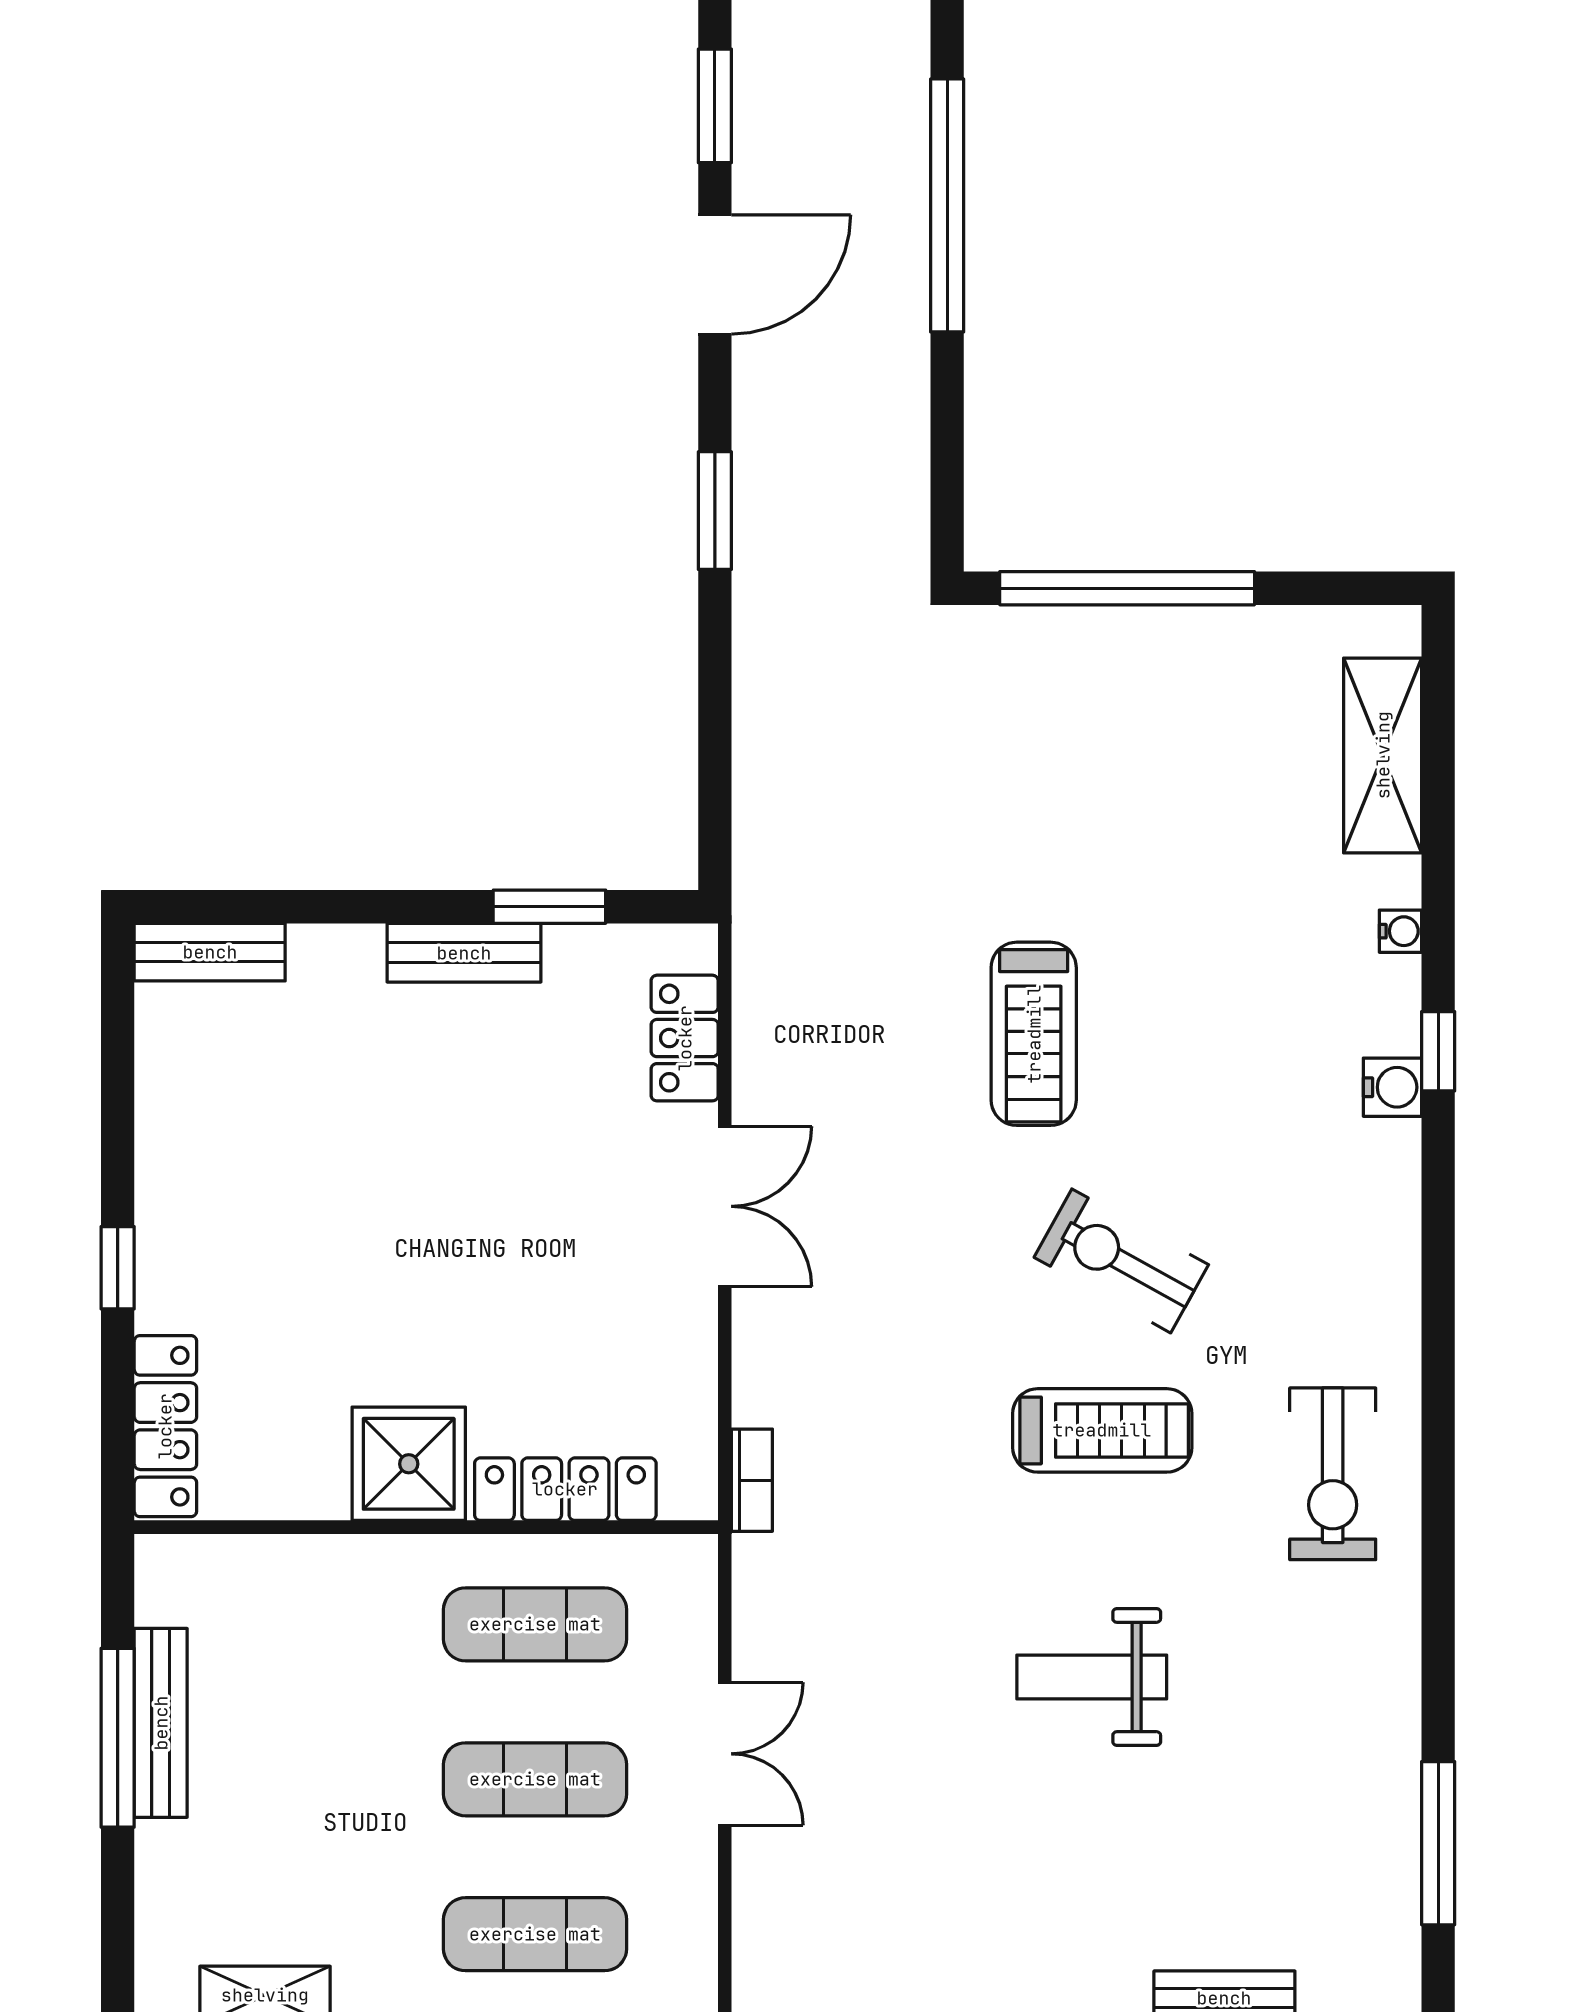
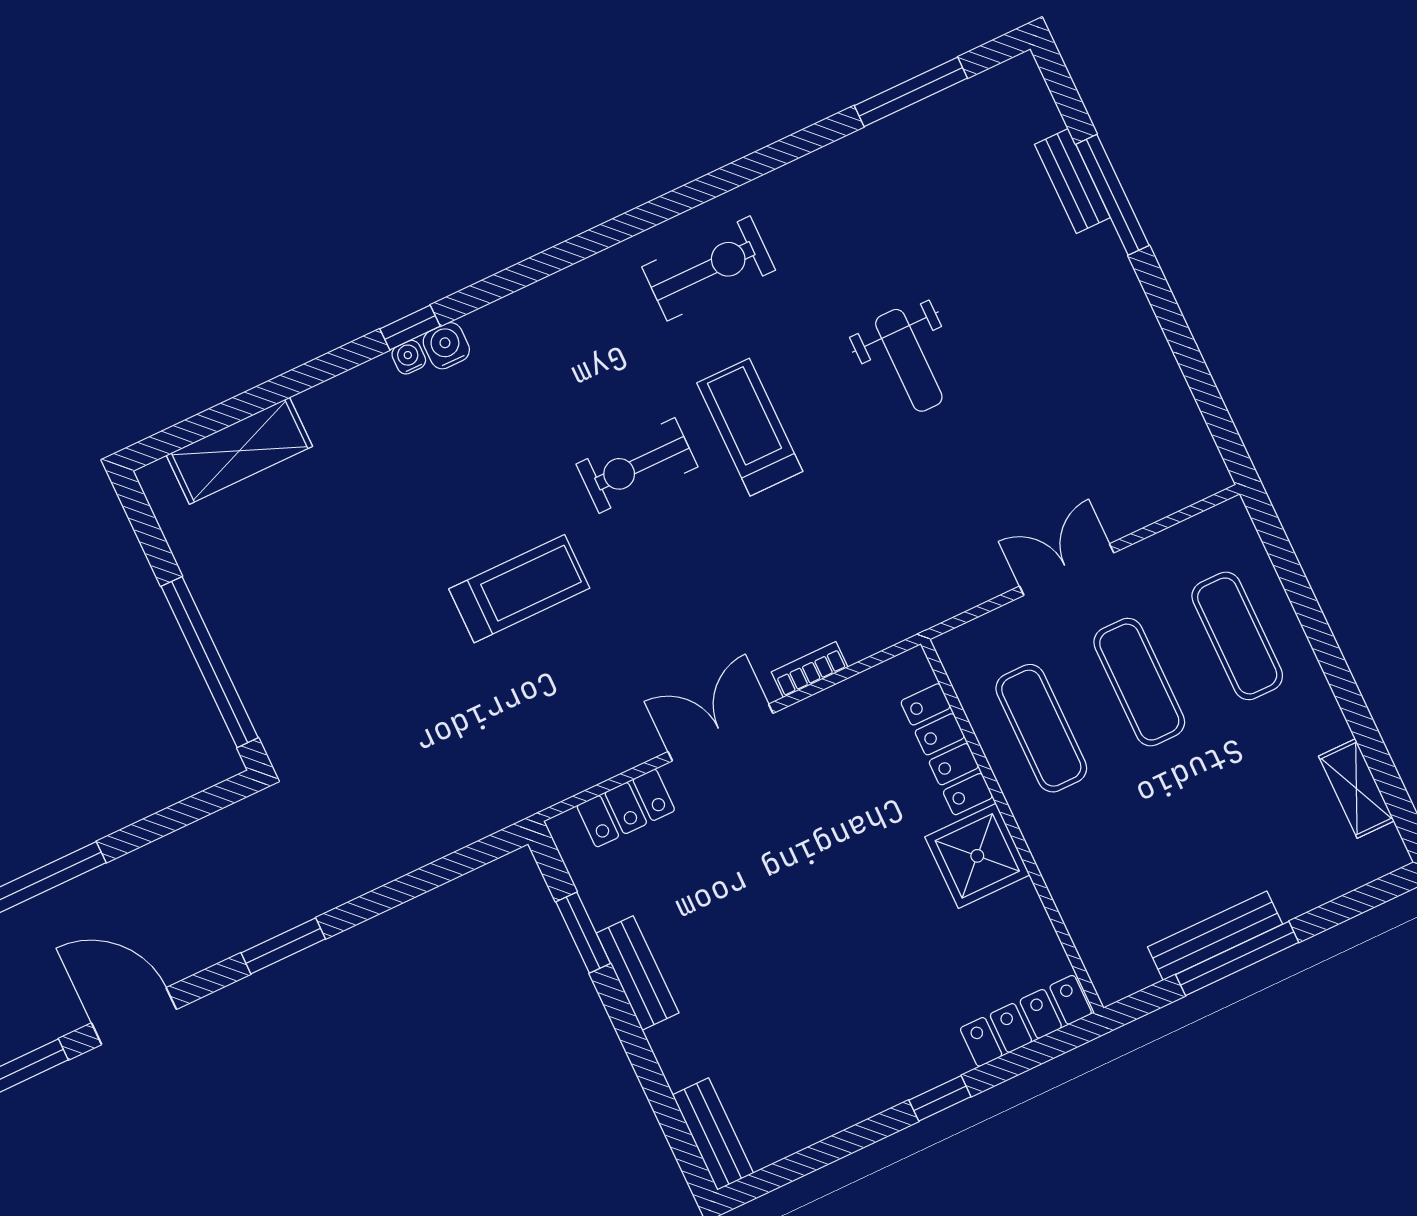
water cooler: (1400, 931) -> (409, 357), moved
exercise bike: (1121, 1261) -> (637, 466), turned 61
bookcase: (752, 1480) -> (810, 670), moved

